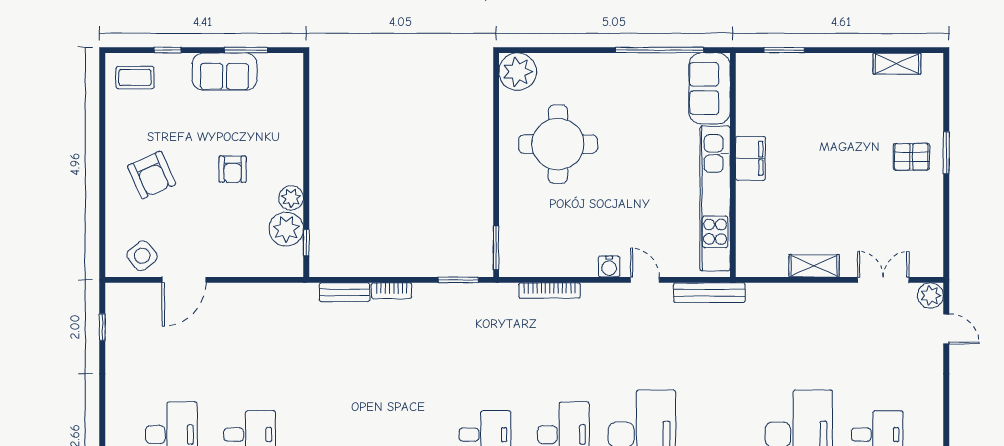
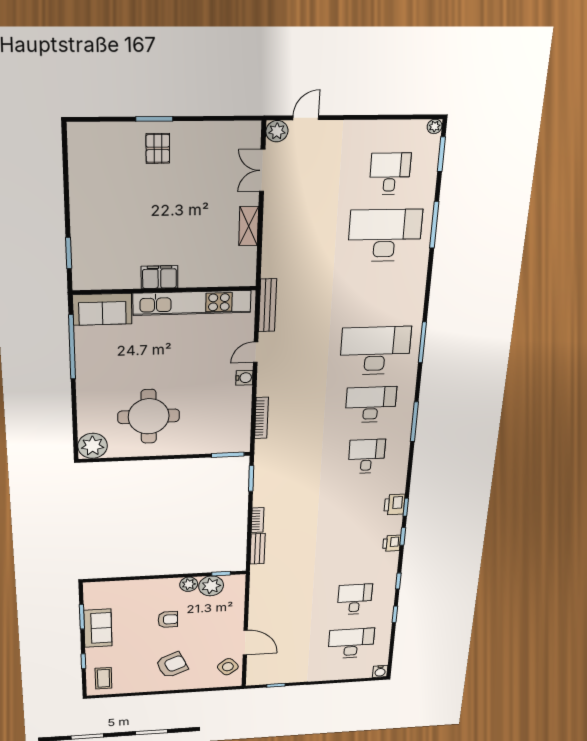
shelving: (897, 64) -> (77, 161), removed

